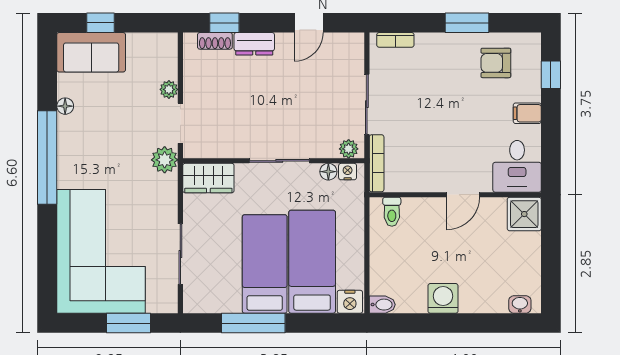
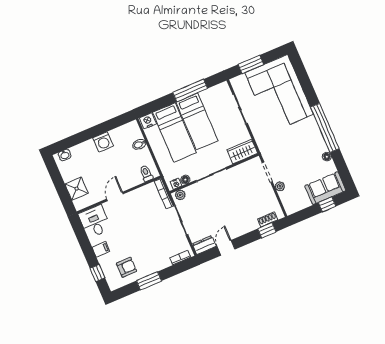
dresser: (254, 44) -> (204, 245), moved
plant: (165, 160) -> (267, 151), removed
shower: (524, 214) -> (77, 189), moved
bidet: (382, 305) -> (139, 144), moved

